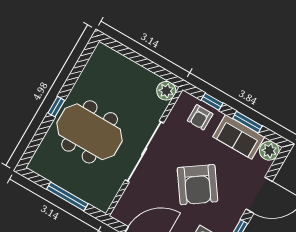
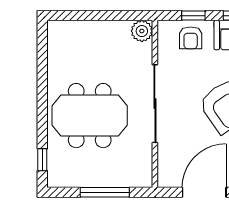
window: (56, 107) -> (42, 160), moved

